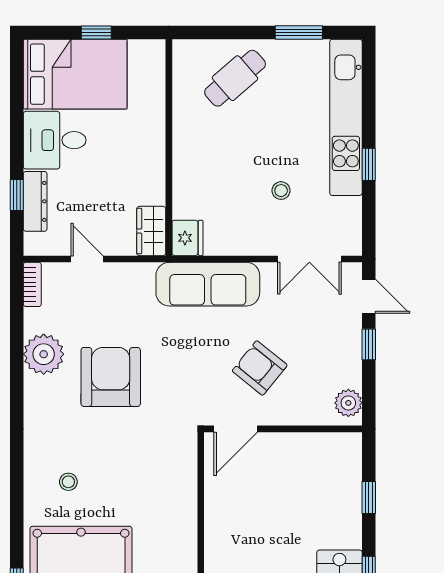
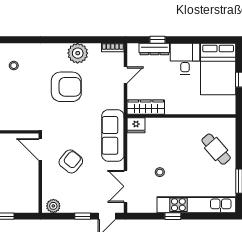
wardrobe: (151, 231) -> (146, 107), width x1.50

